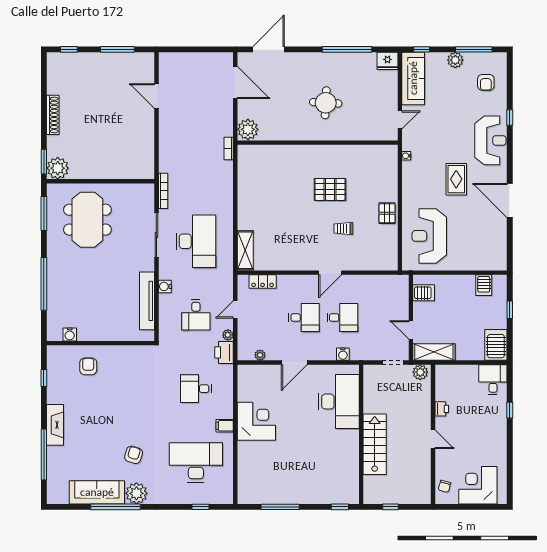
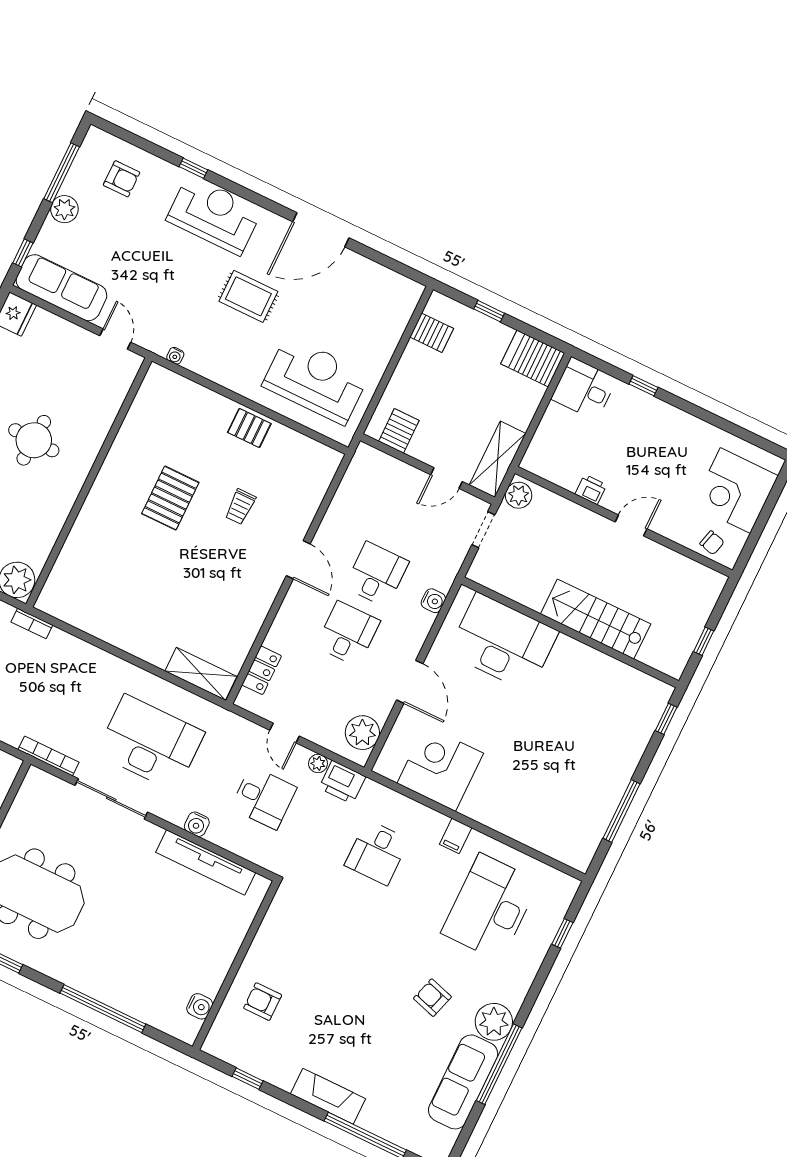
reception desk: (429, 236) -> (316, 380), turned 180
plant: (260, 355) -> (362, 733), width x1.88, depth x1.88
corner desk: (256, 421) -> (440, 768), moved

